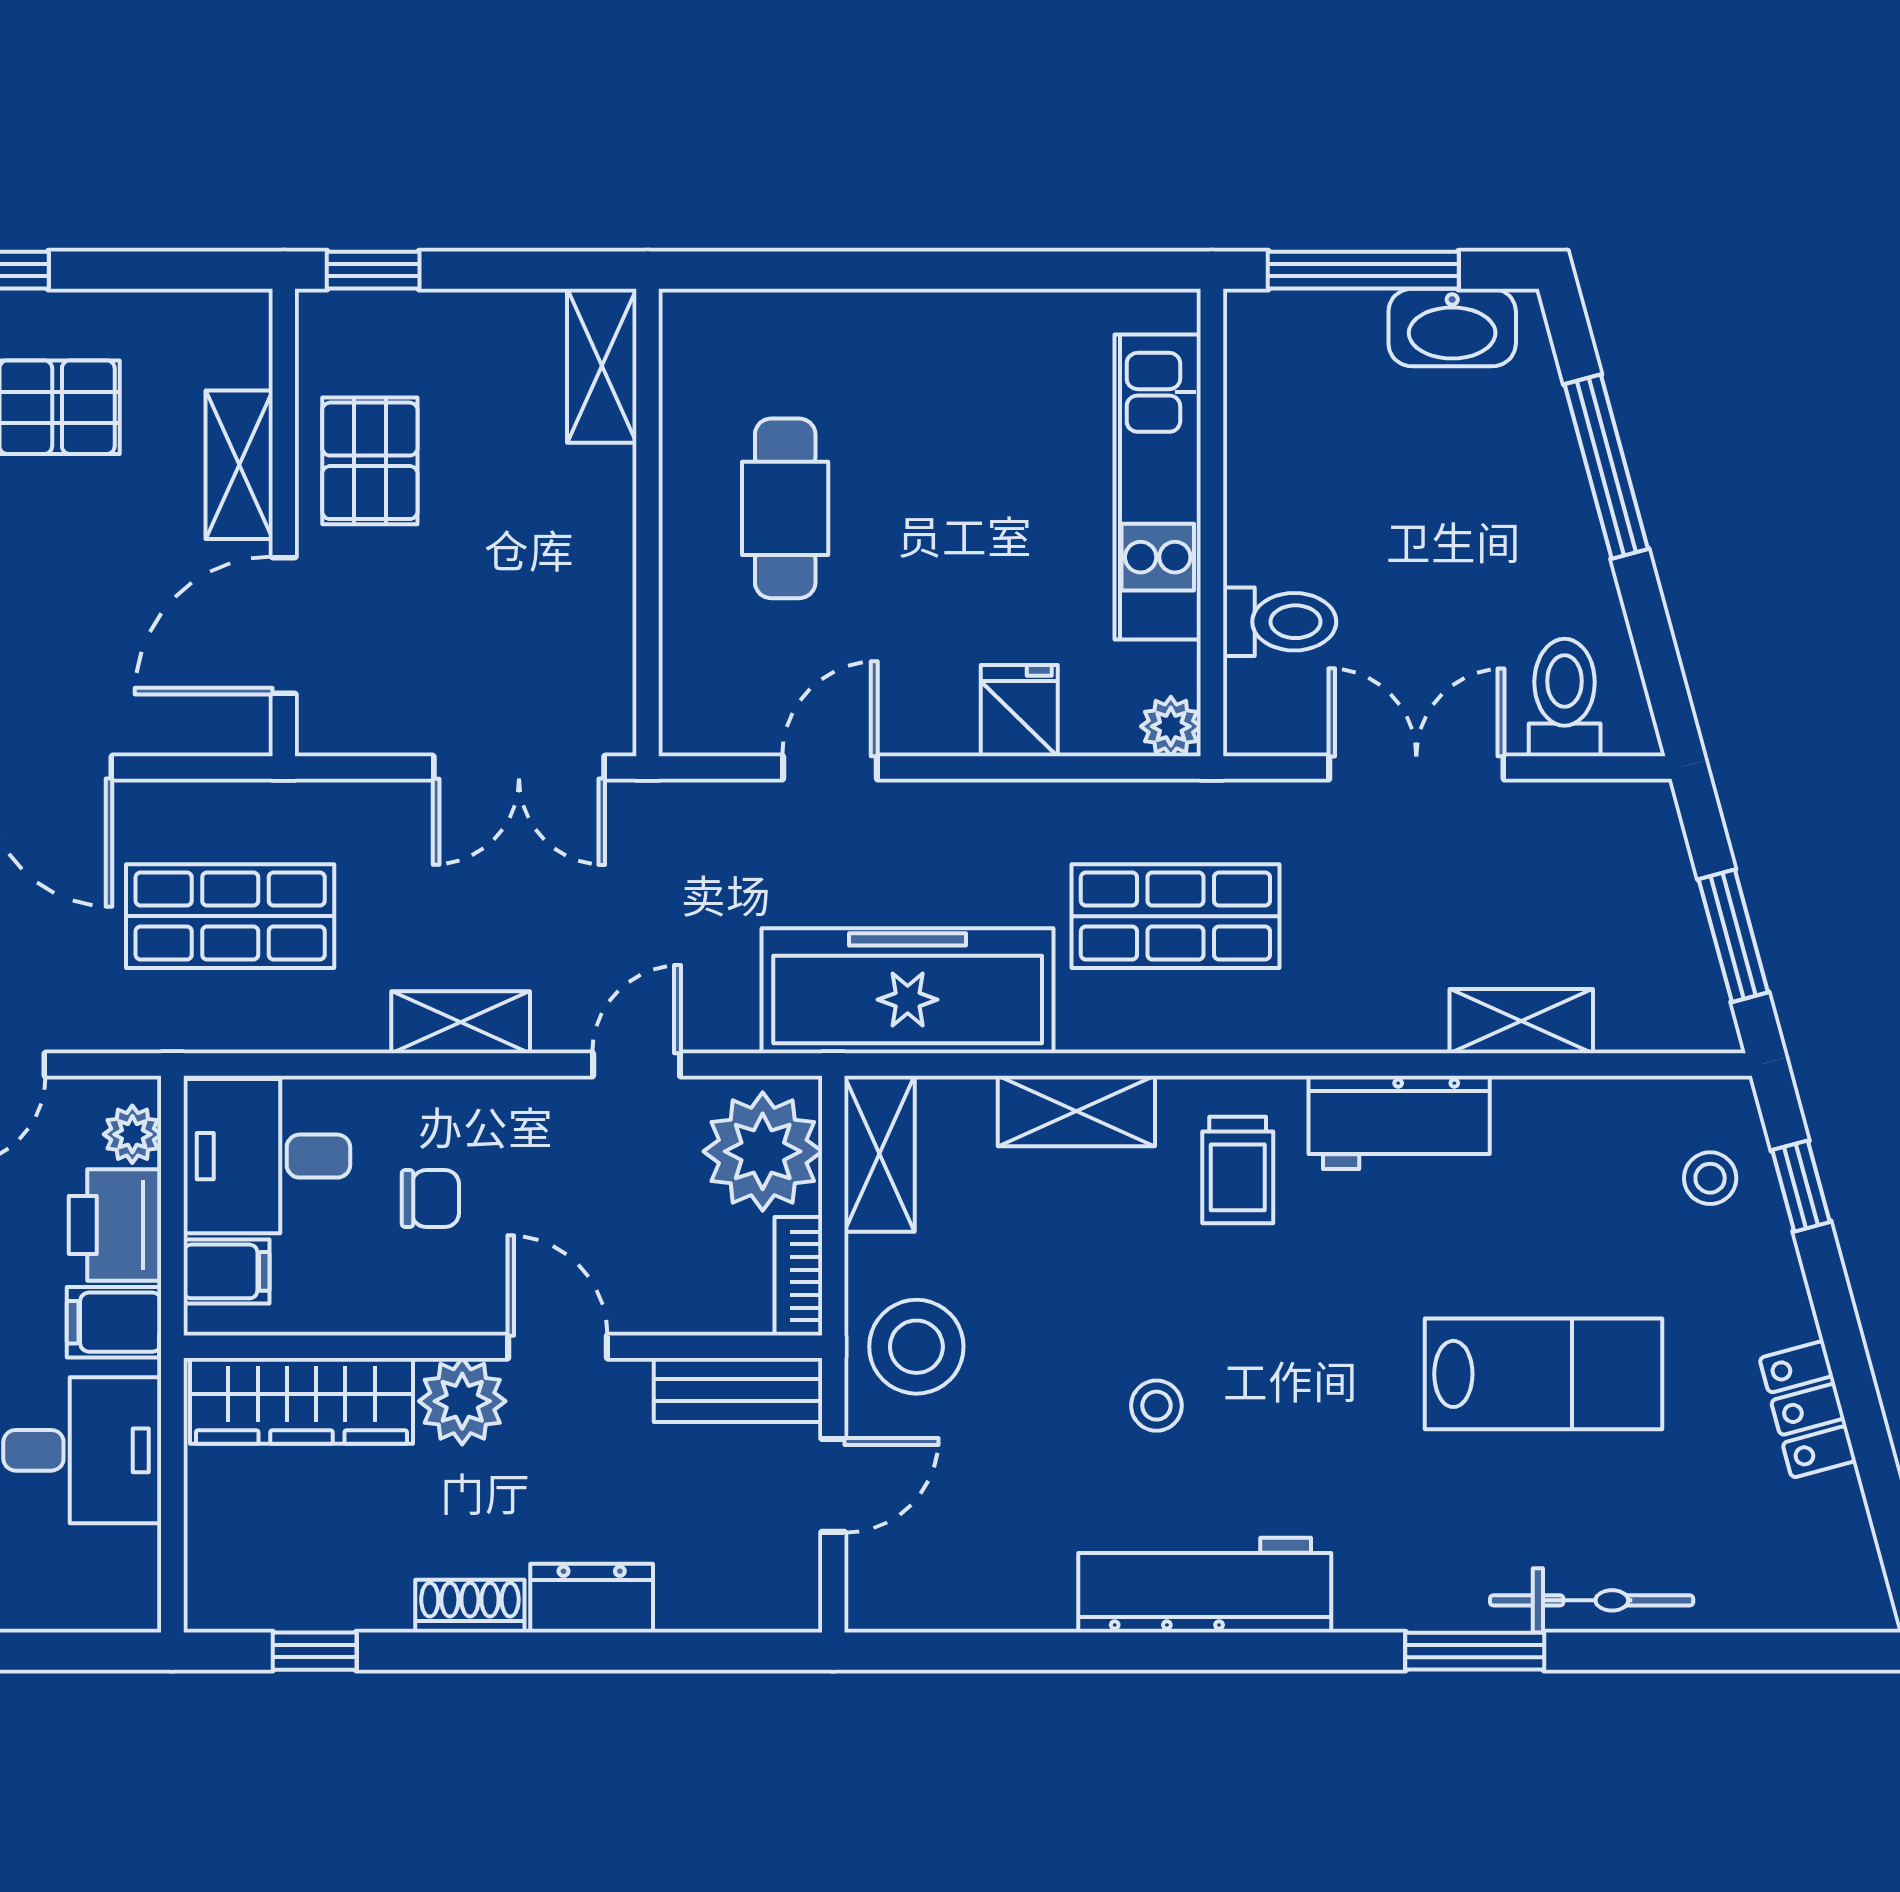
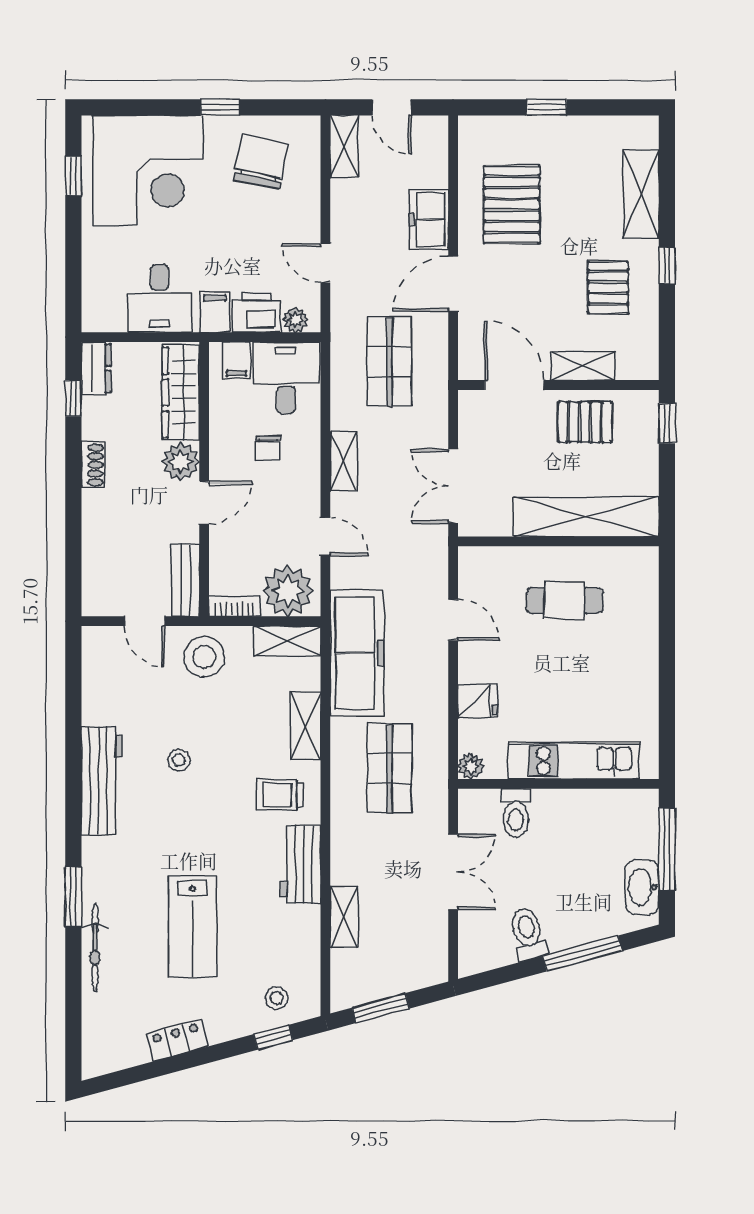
shelving: (602, 366) -> (586, 517), width x2.20, depth x1.33
toilet: (1565, 698) -> (528, 934), moved, turned -105
dresser: (592, 1598) -> (96, 368), moved

